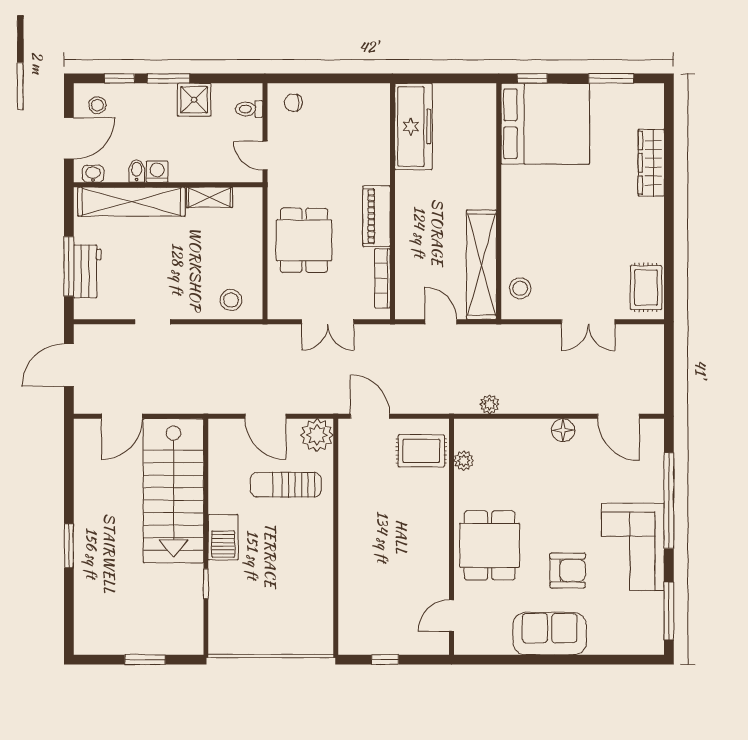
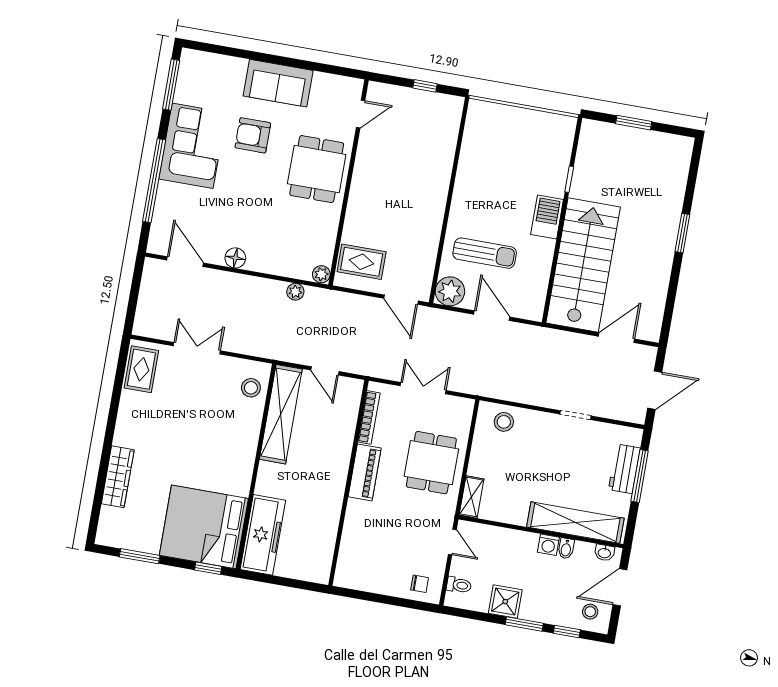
freezer: (413, 127) -> (263, 535), moved, turned 180
shelving: (209, 197) -> (472, 497), moved, turned 90
plant: (464, 461) -> (321, 274), moved

